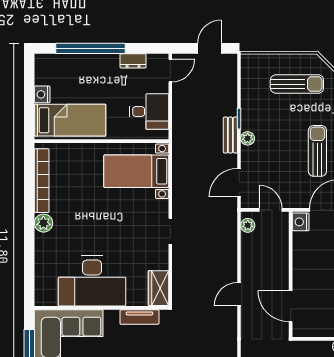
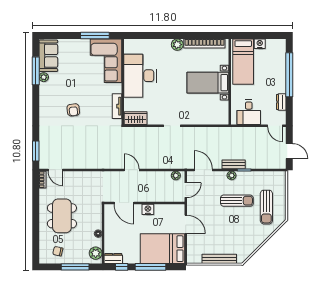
sun lounger: (317, 151) -> (237, 201), moved
bed with nightstands: (136, 171) -> (208, 83), moved, turned -90
nightstand: (301, 222) -> (148, 209), moved
door: (291, 306) -> (124, 203), swing flipped

